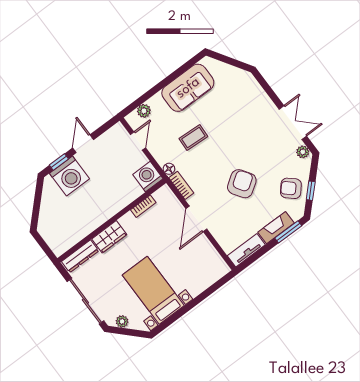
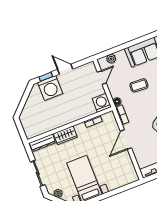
door: (83, 144) -> (65, 69), hinge flipped
sliding door: (85, 301) -> (38, 173), width x0.73

